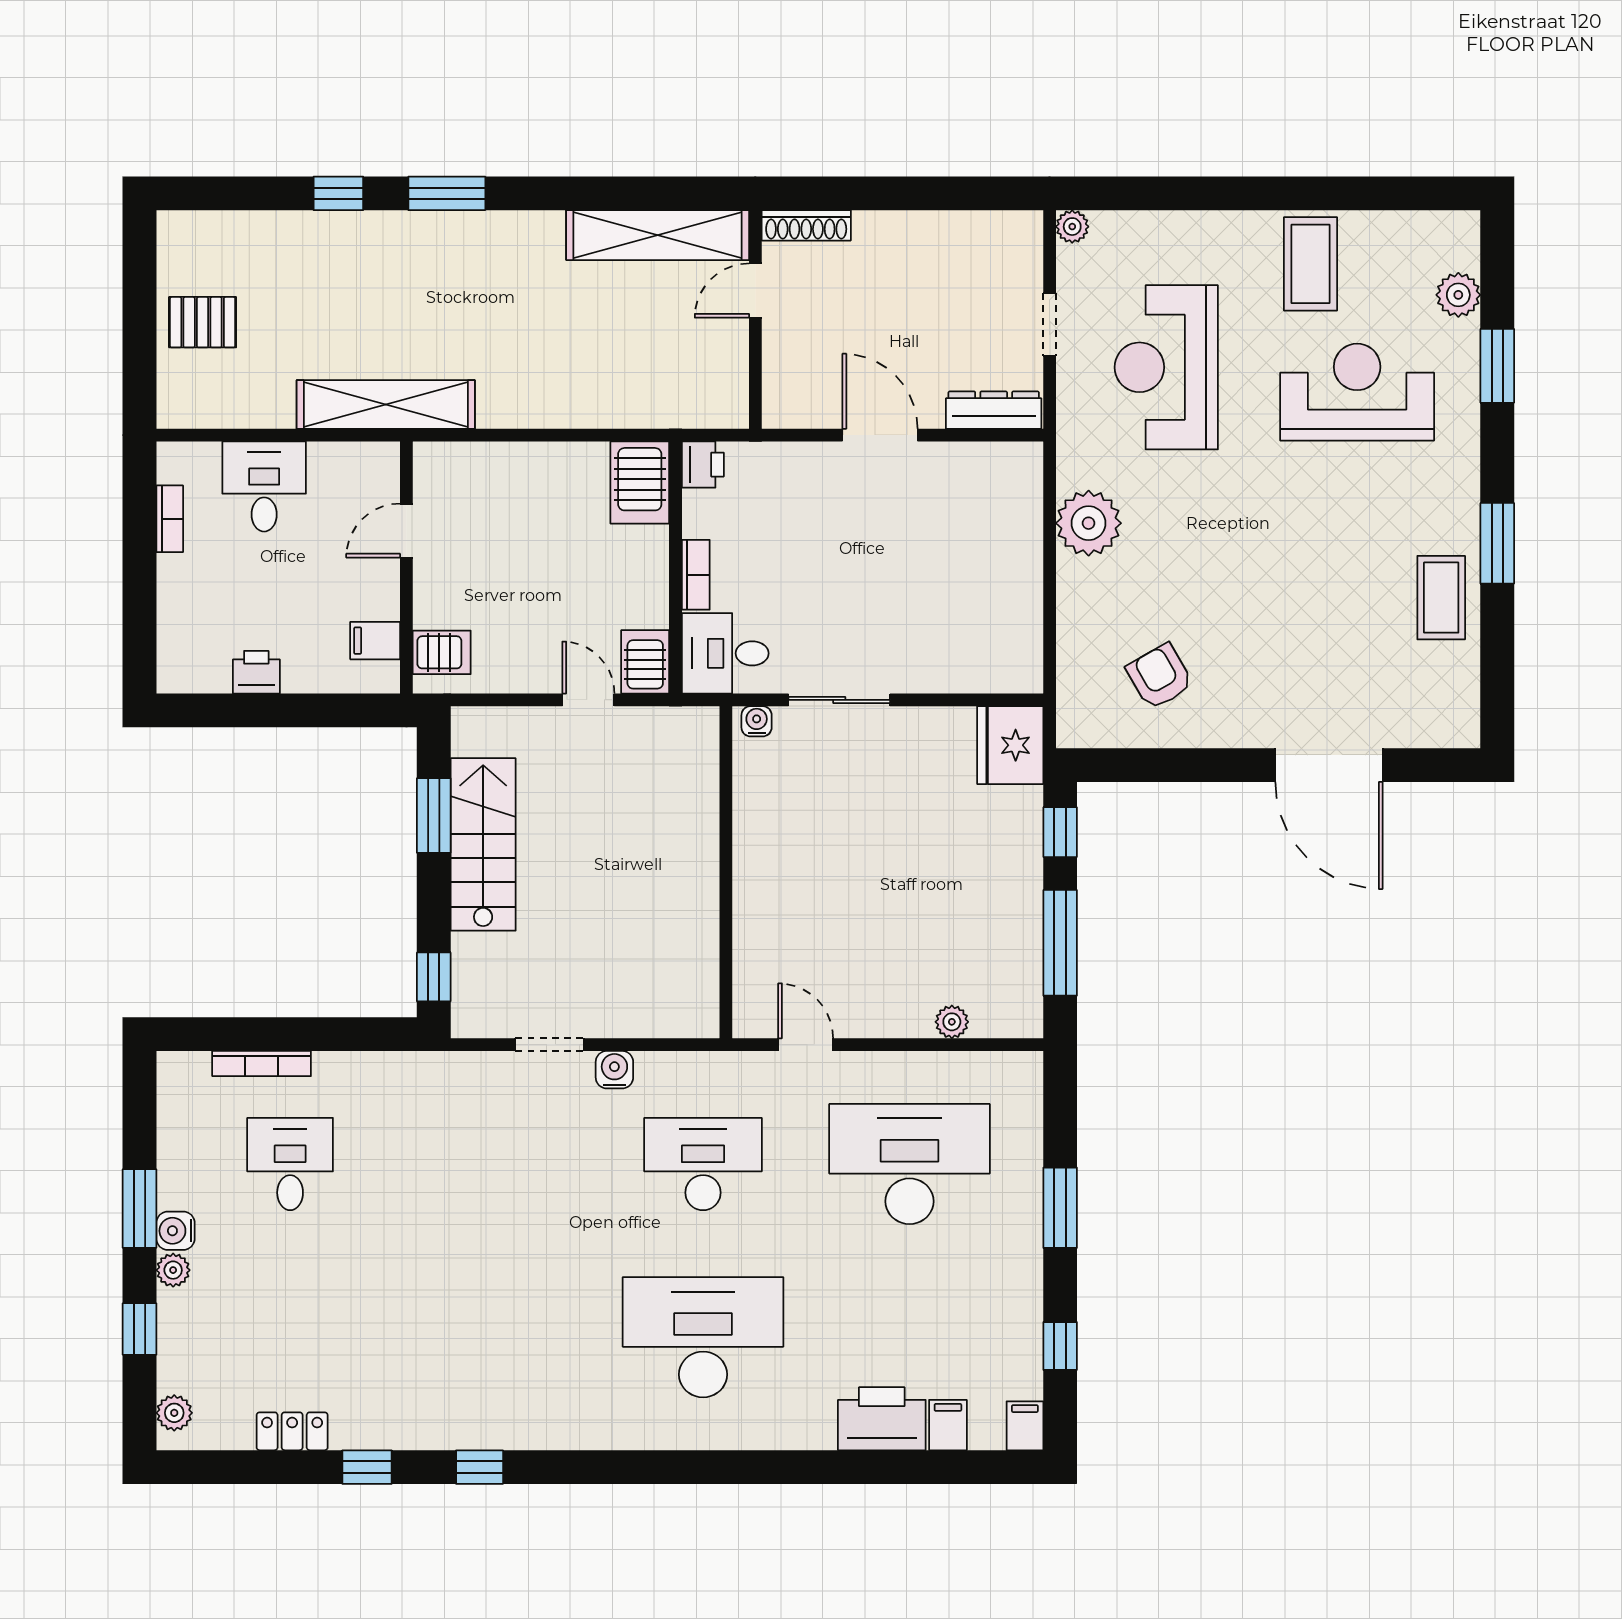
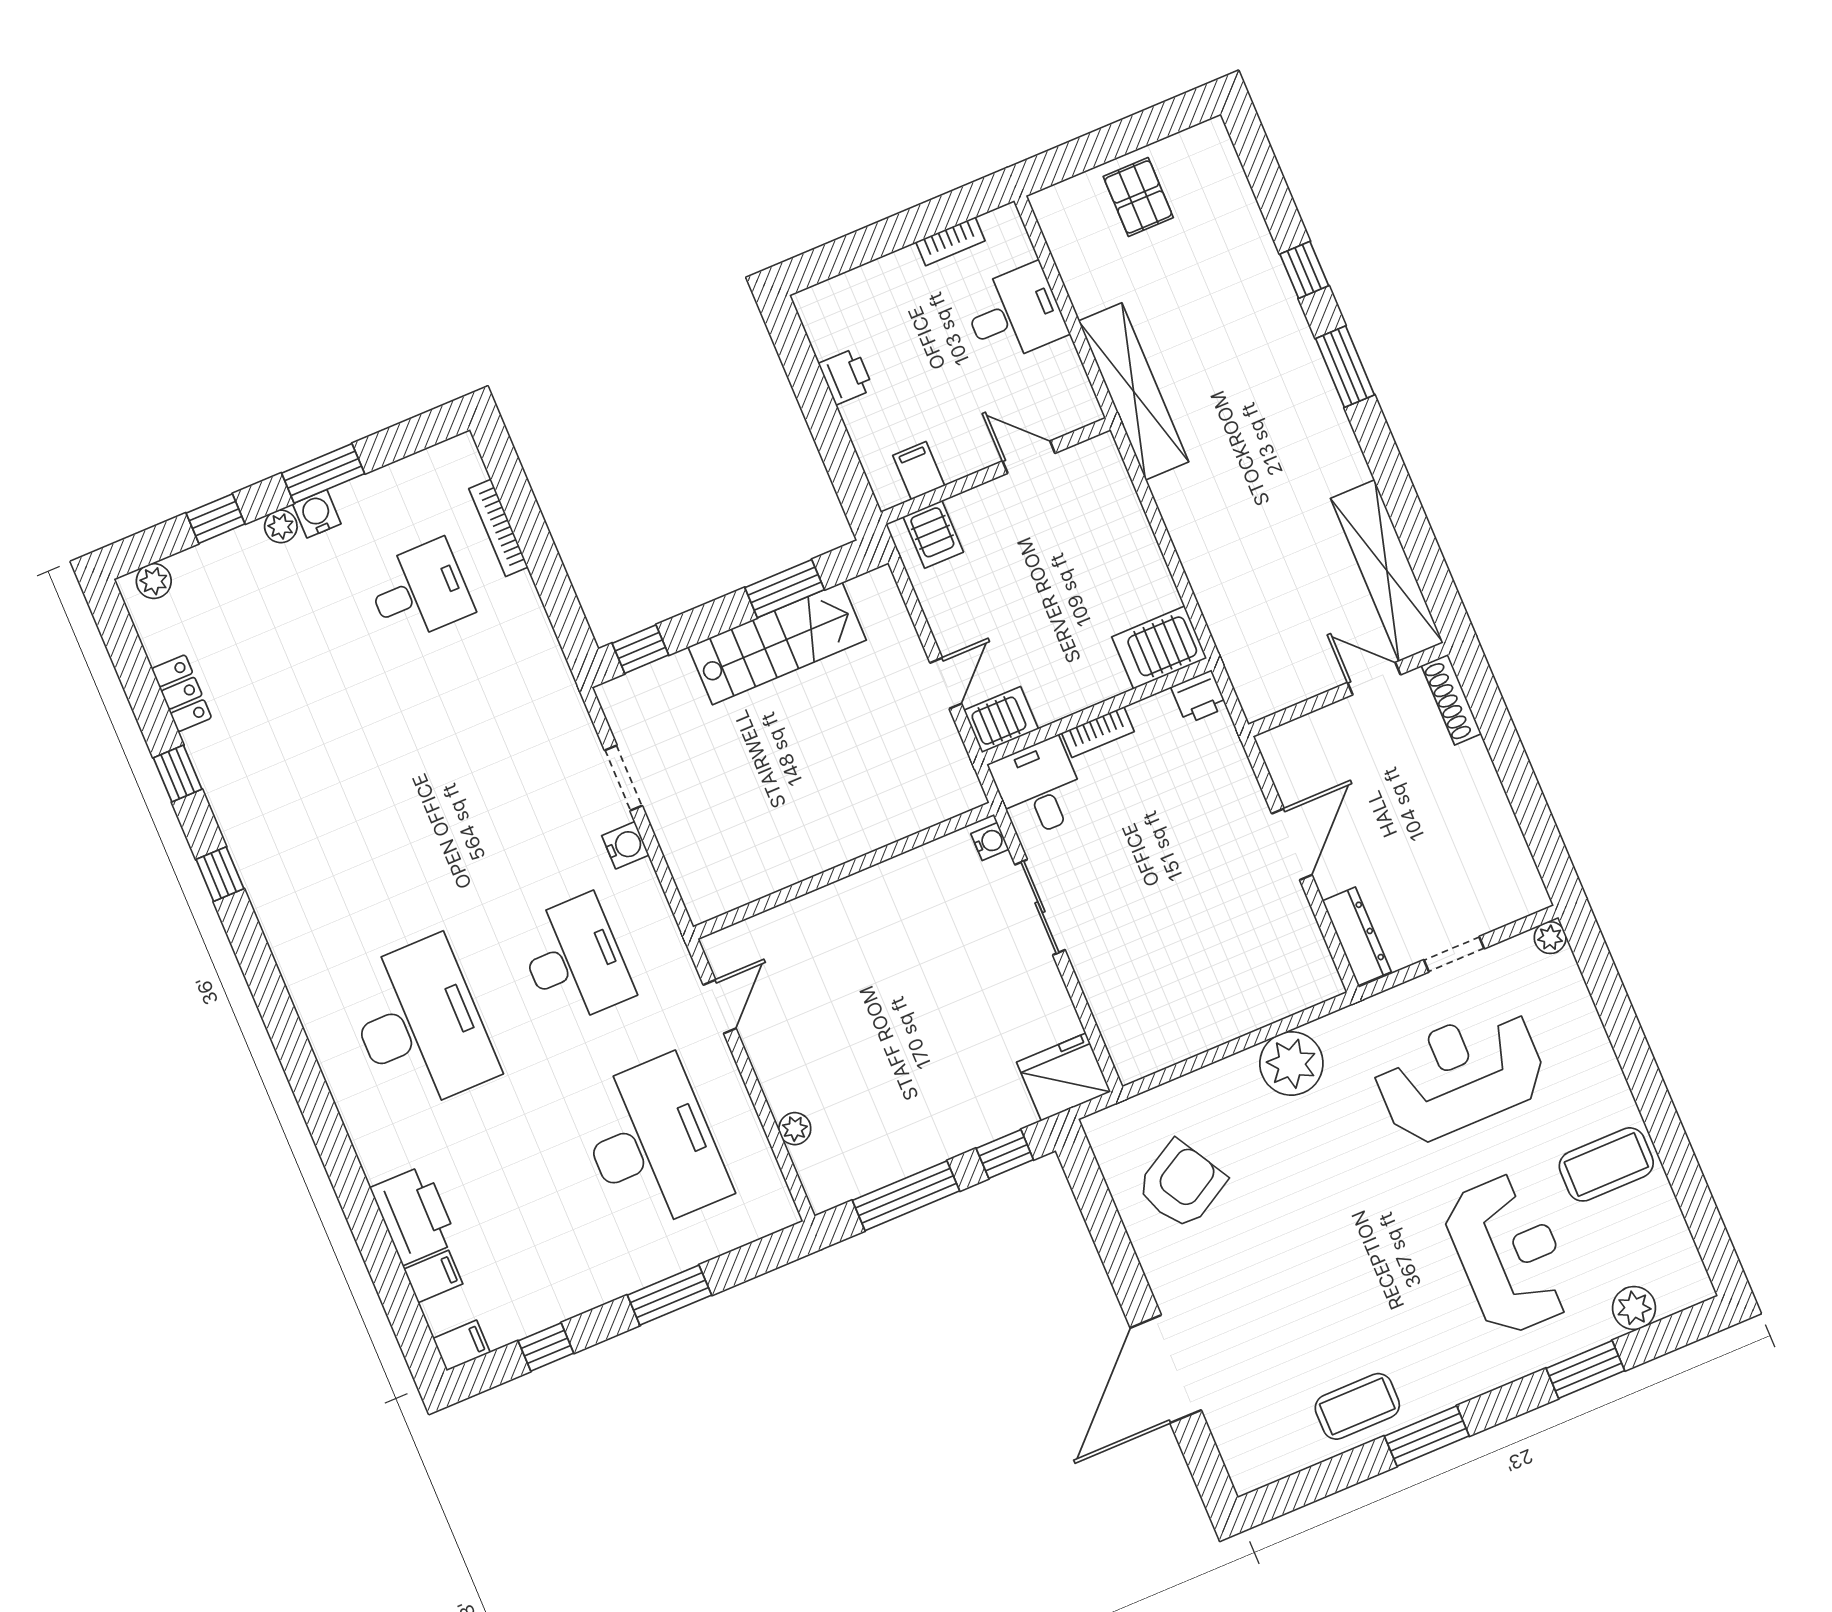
armchair: (1160, 676) -> (1181, 1185), width x1.38, depth x1.38

